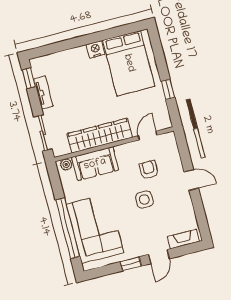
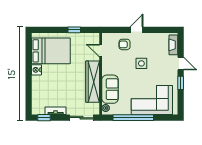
armchair: (149, 170) -> (125, 44), moved
window: (68, 228) -> (133, 118), moved

